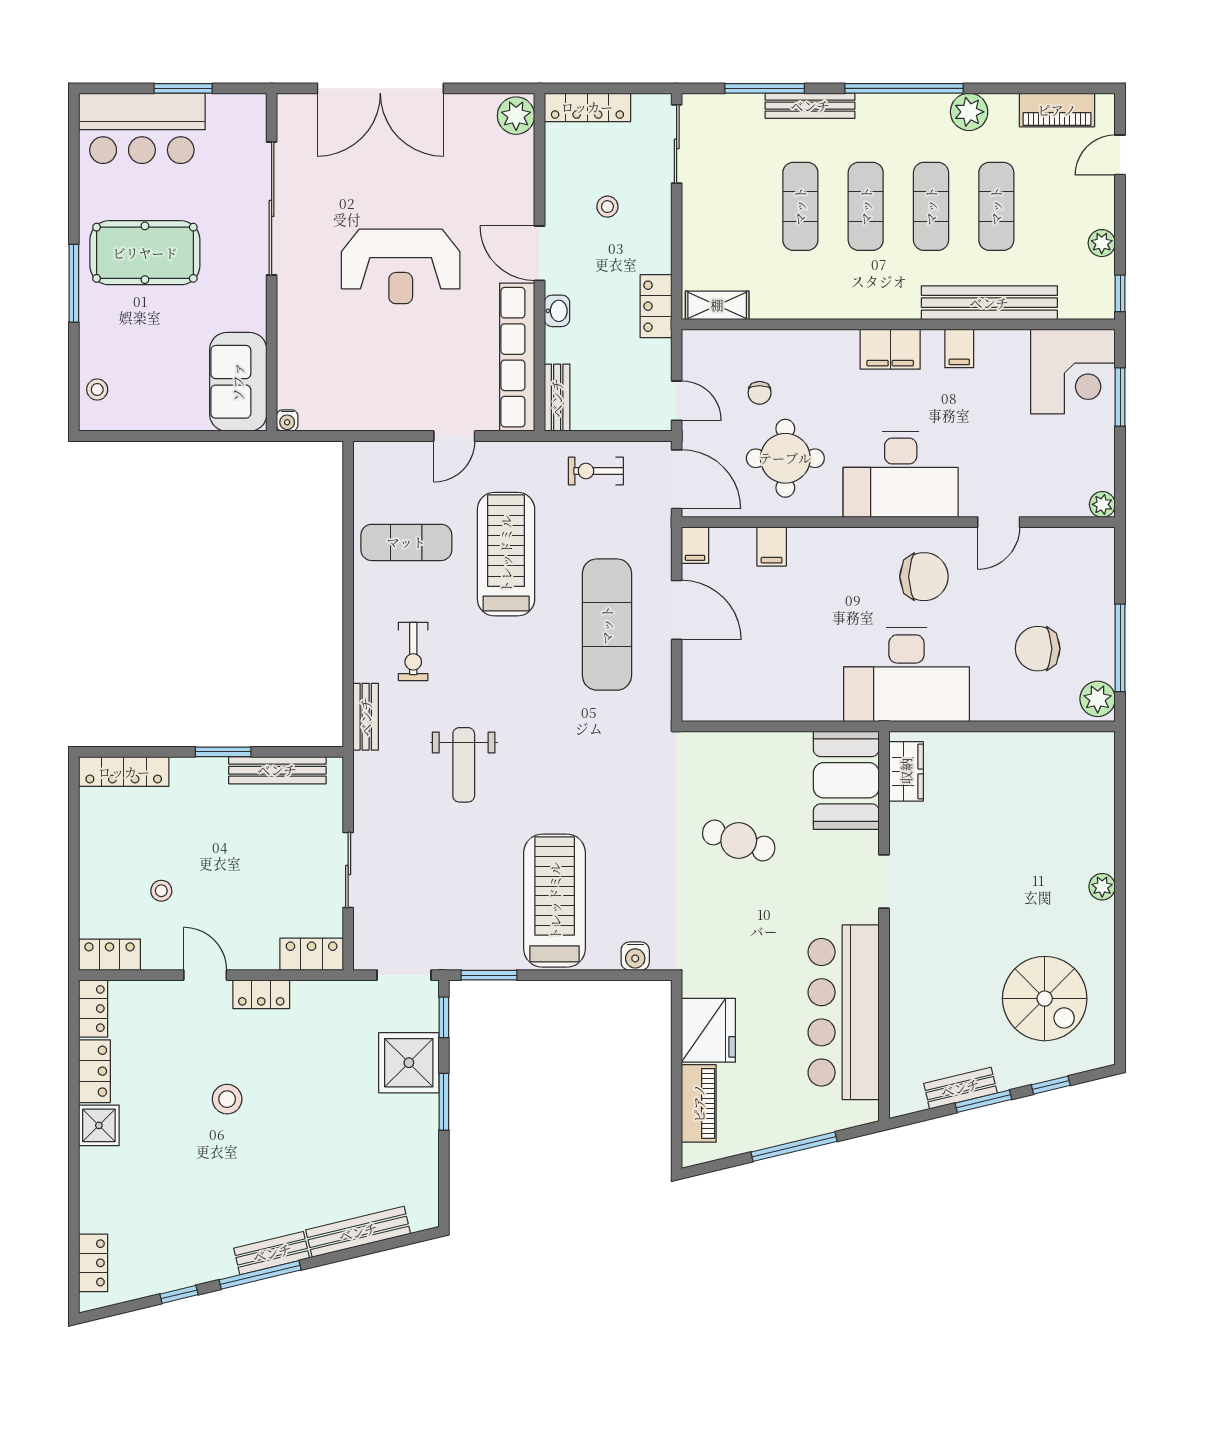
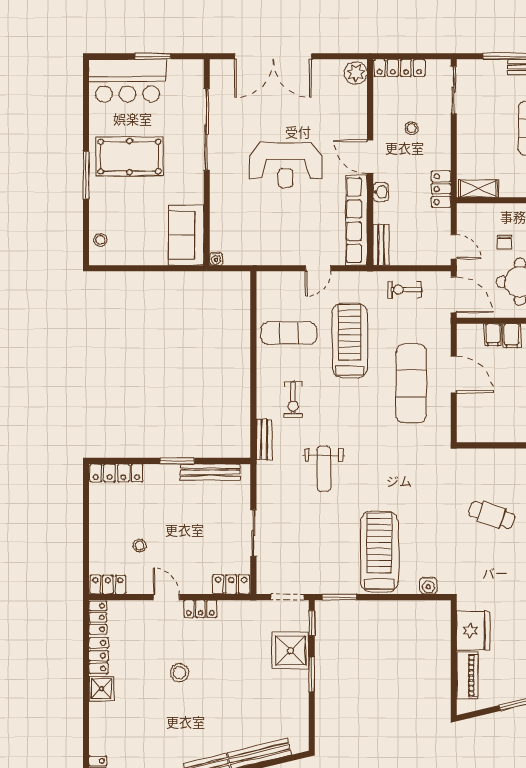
filing cabinet: (695, 545) -> (493, 335), moved

